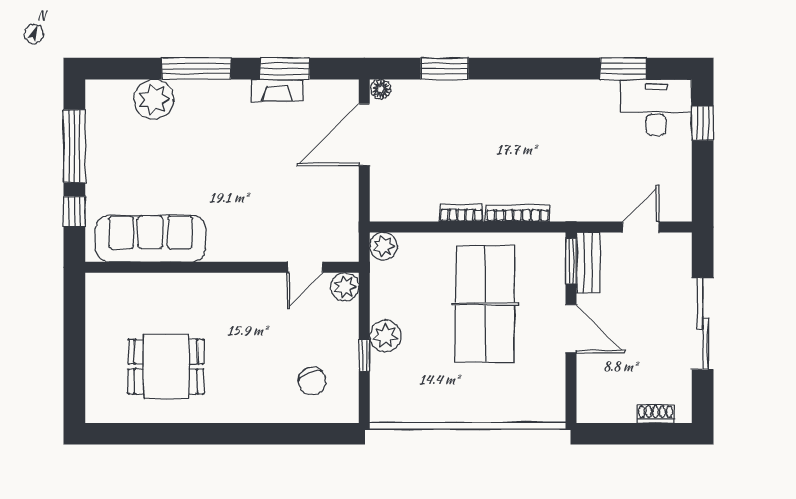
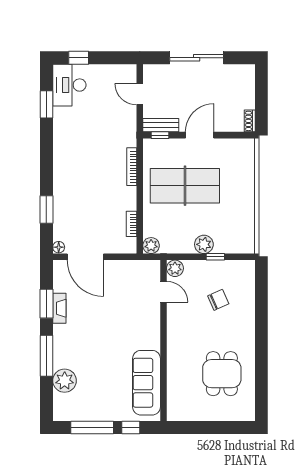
bookcase: (461, 213) -> (131, 224), moved
window: (571, 261) -> (160, 135), width x0.67
chair: (312, 381) -> (218, 300), moved
shoe rack: (655, 414) -> (250, 121), moved

